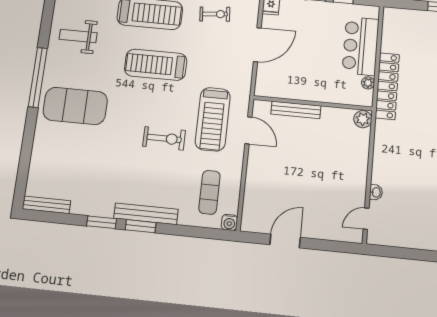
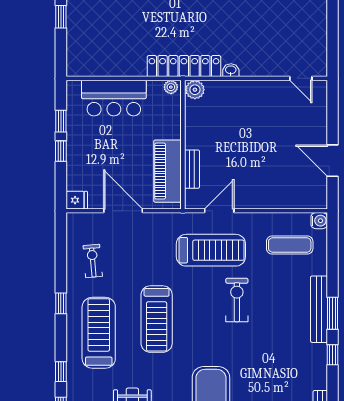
plant: (368, 83) -> (171, 87), moved
locker: (387, 86) -> (184, 66), moved
piano: (290, 87) -> (167, 171), added
bench: (296, 110) -> (192, 169), width x0.73
washbasin: (376, 192) -> (231, 70), moved
window: (102, 222) -> (333, 355), width x0.67

